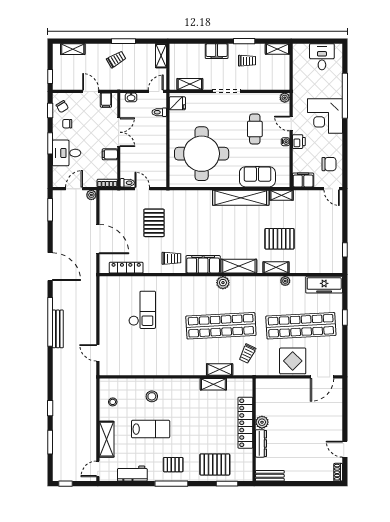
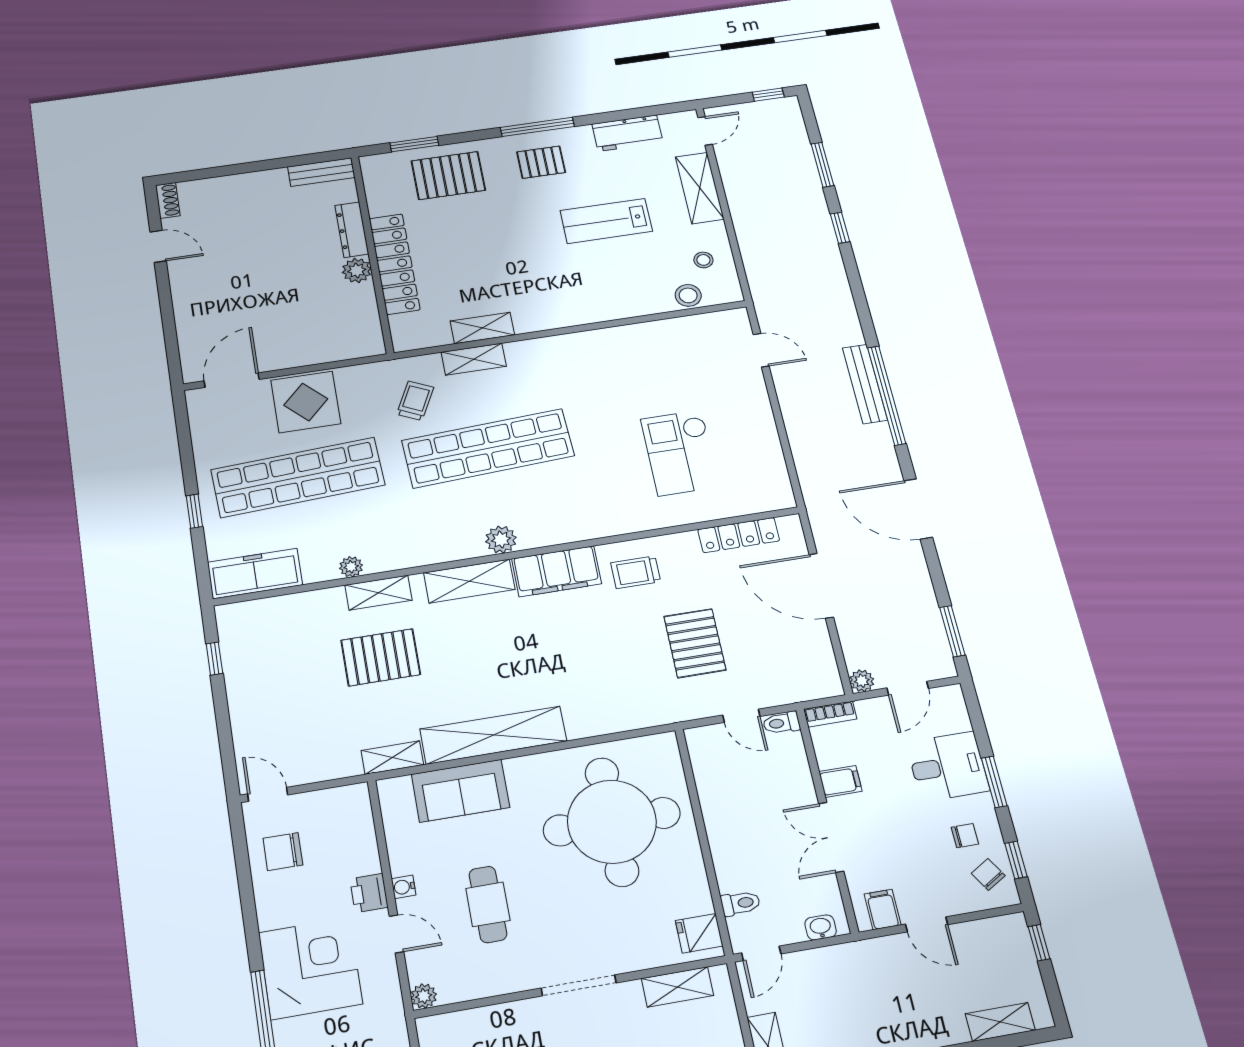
trolley: (116, 59) -> (882, 1016), removed
filing cabinet: (303, 180) -> (344, 802), removed
stool: (152, 396) -> (688, 295), moved

